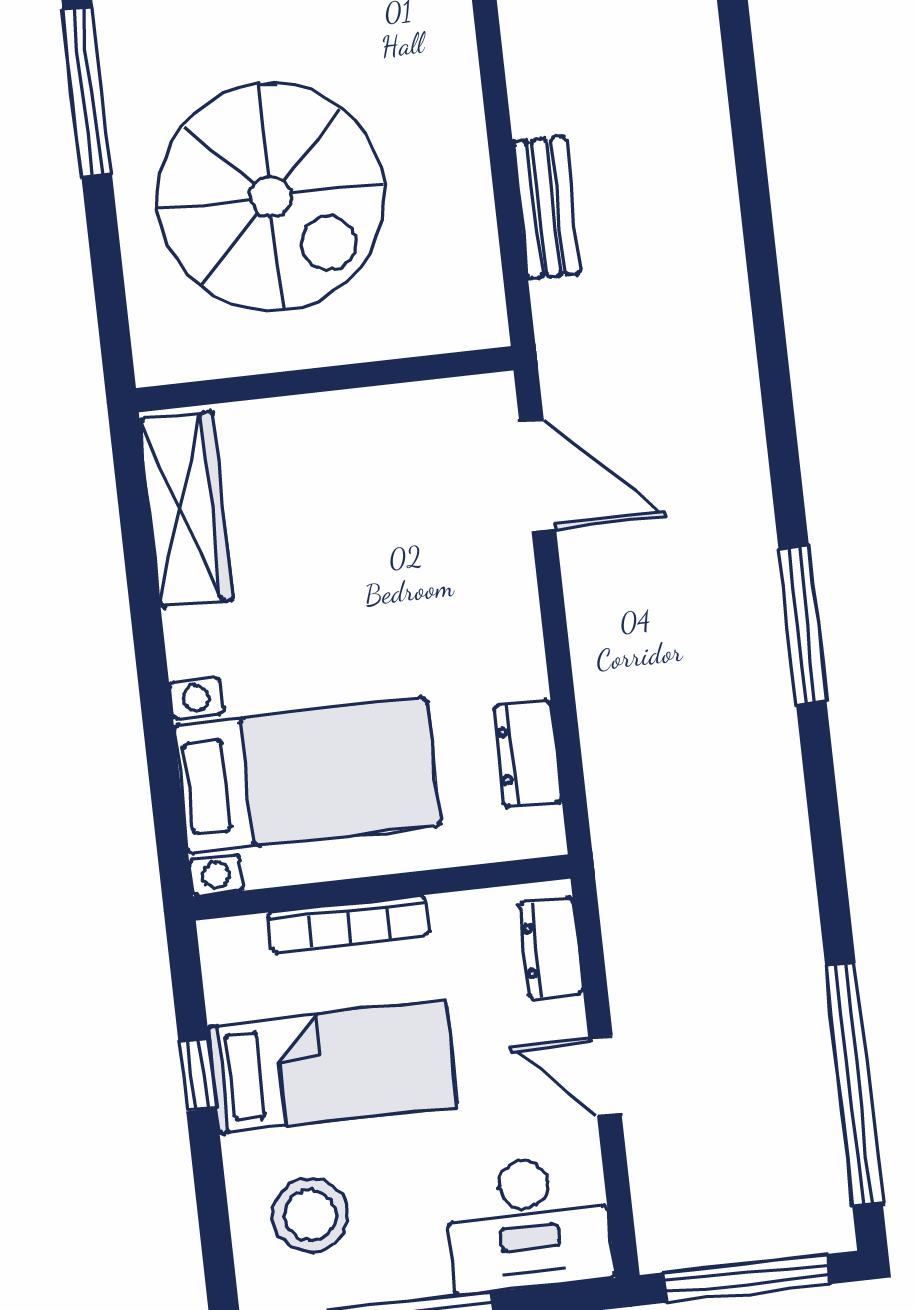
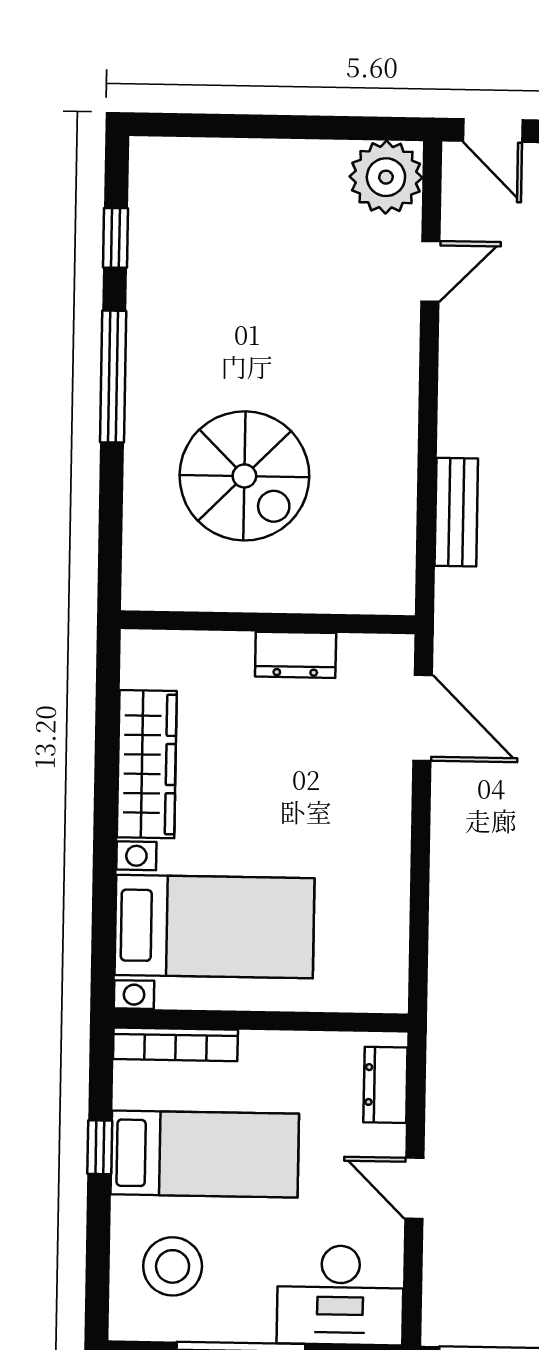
spiral stairs: (271, 197) -> (244, 476), width x0.73, depth x0.73
wardrobe: (186, 510) -> (147, 764), moved
dresser: (527, 754) -> (296, 655), moved, turned -90
bookcase: (349, 924) -> (175, 1044), moved

